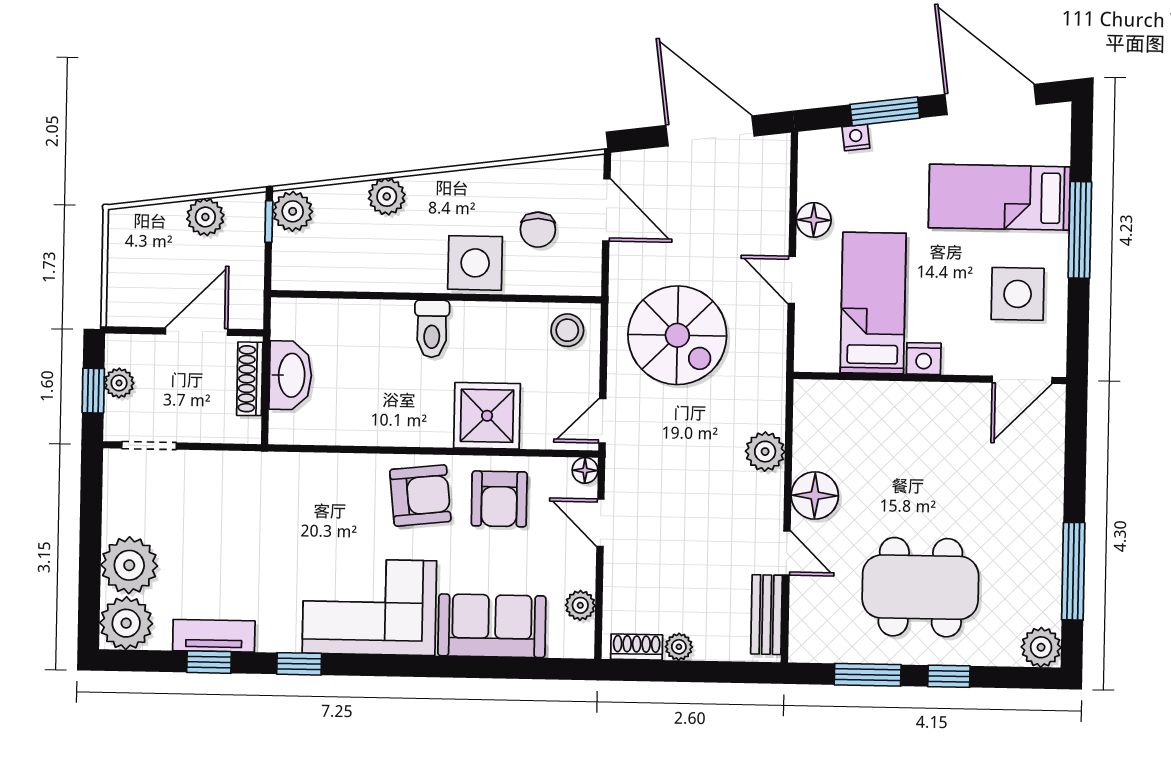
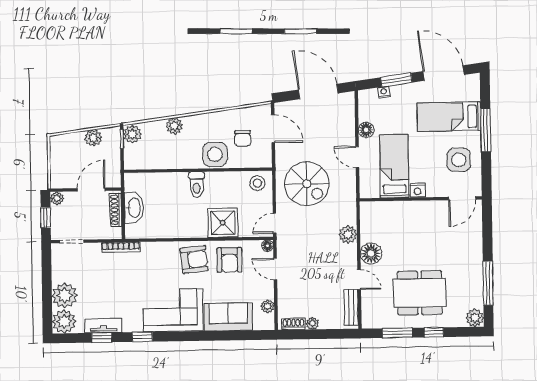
plant: (119, 383) -> (57, 198), moved
bookcase: (258, 462) -> (121, 247), added

